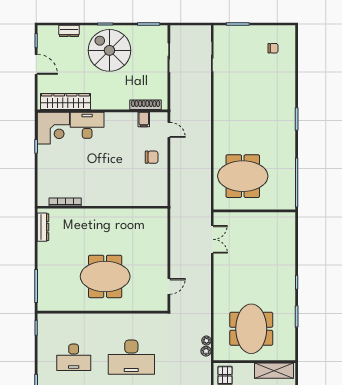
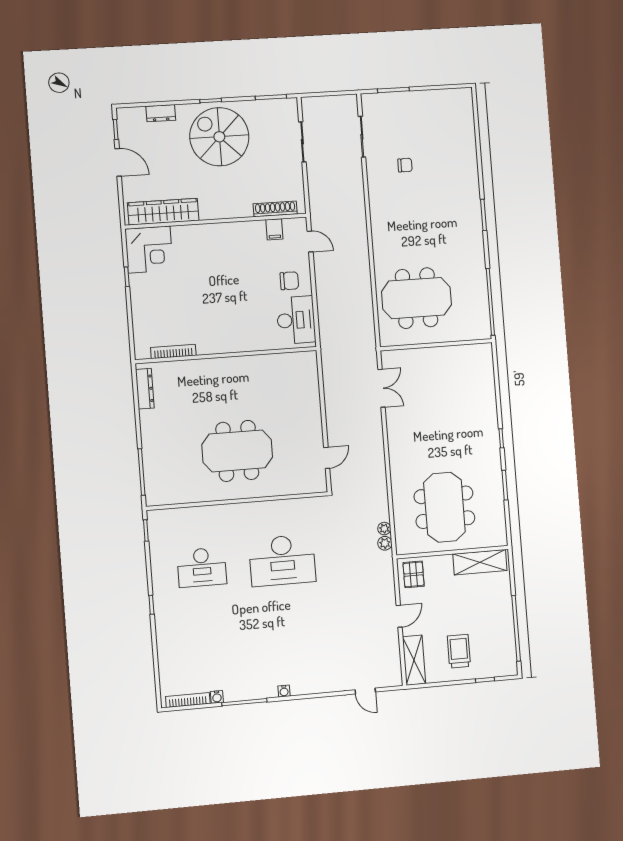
chair: (273, 48) -> (405, 165), moved
desk: (87, 125) -> (296, 320), moved, turned 90

